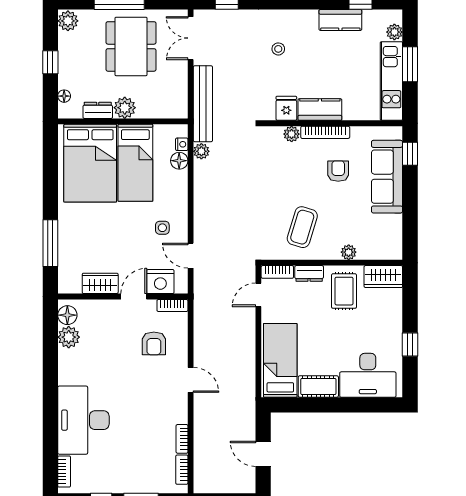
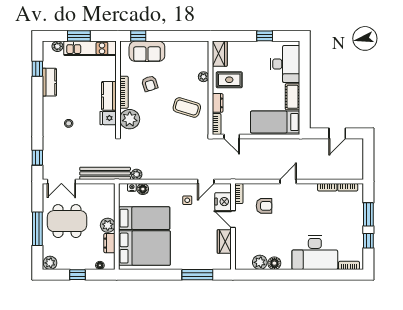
plant: (292, 134) -> (130, 119), width x1.88, depth x1.88
armchair: (338, 171) -> (150, 84), turned -108
sofa: (387, 177) -> (147, 51), width x0.73
floor lamp: (67, 315) -> (274, 263), moved

